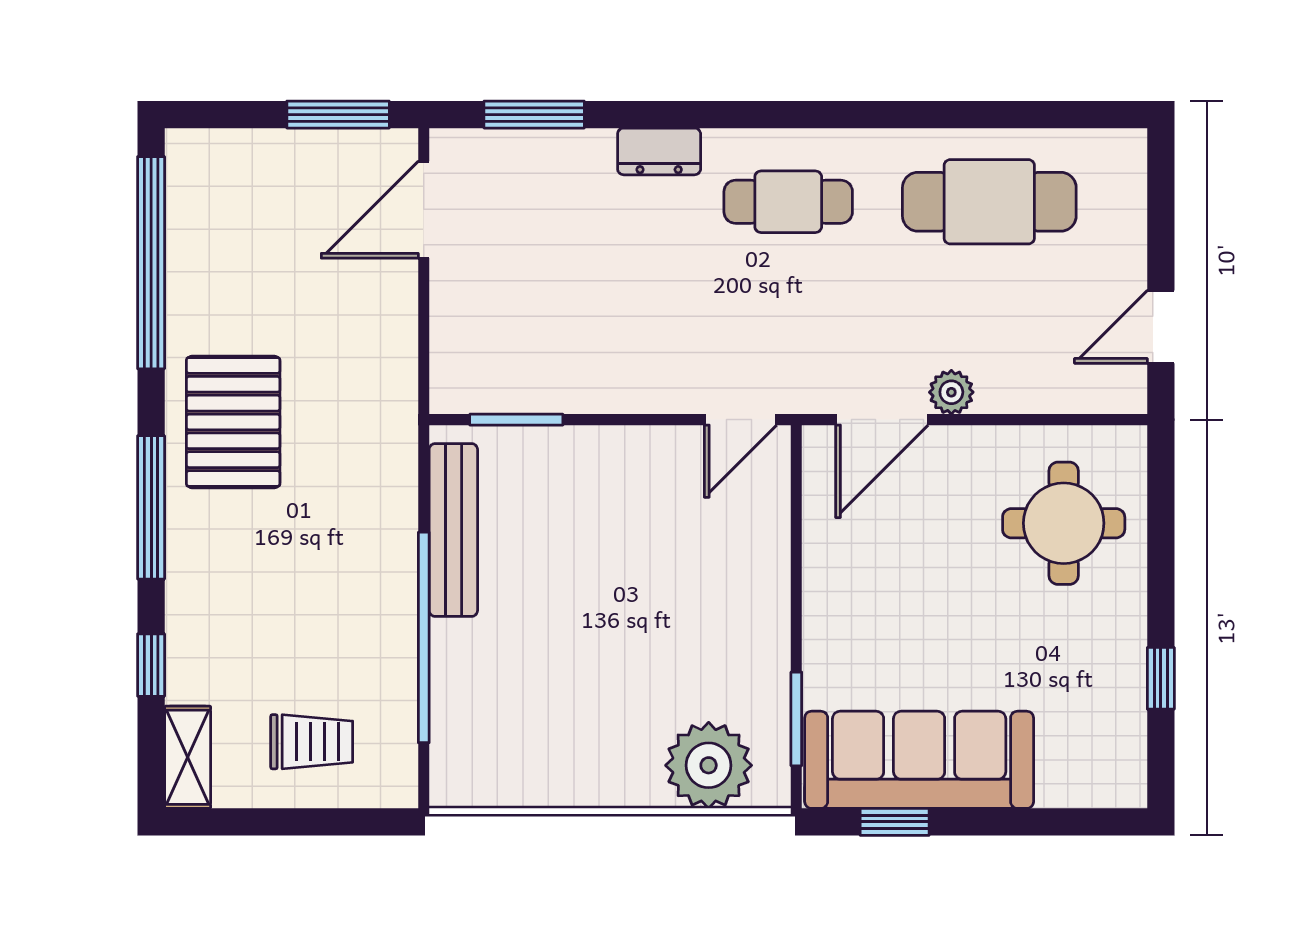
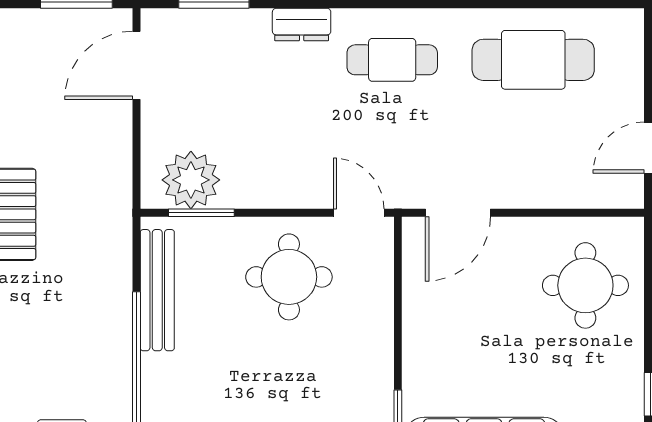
plant: (951, 392) -> (191, 180), moved, width x1.88, depth x1.88
door: (740, 420) -> (359, 213), swing flipped
round table: (641, 511) -> (289, 277), added

